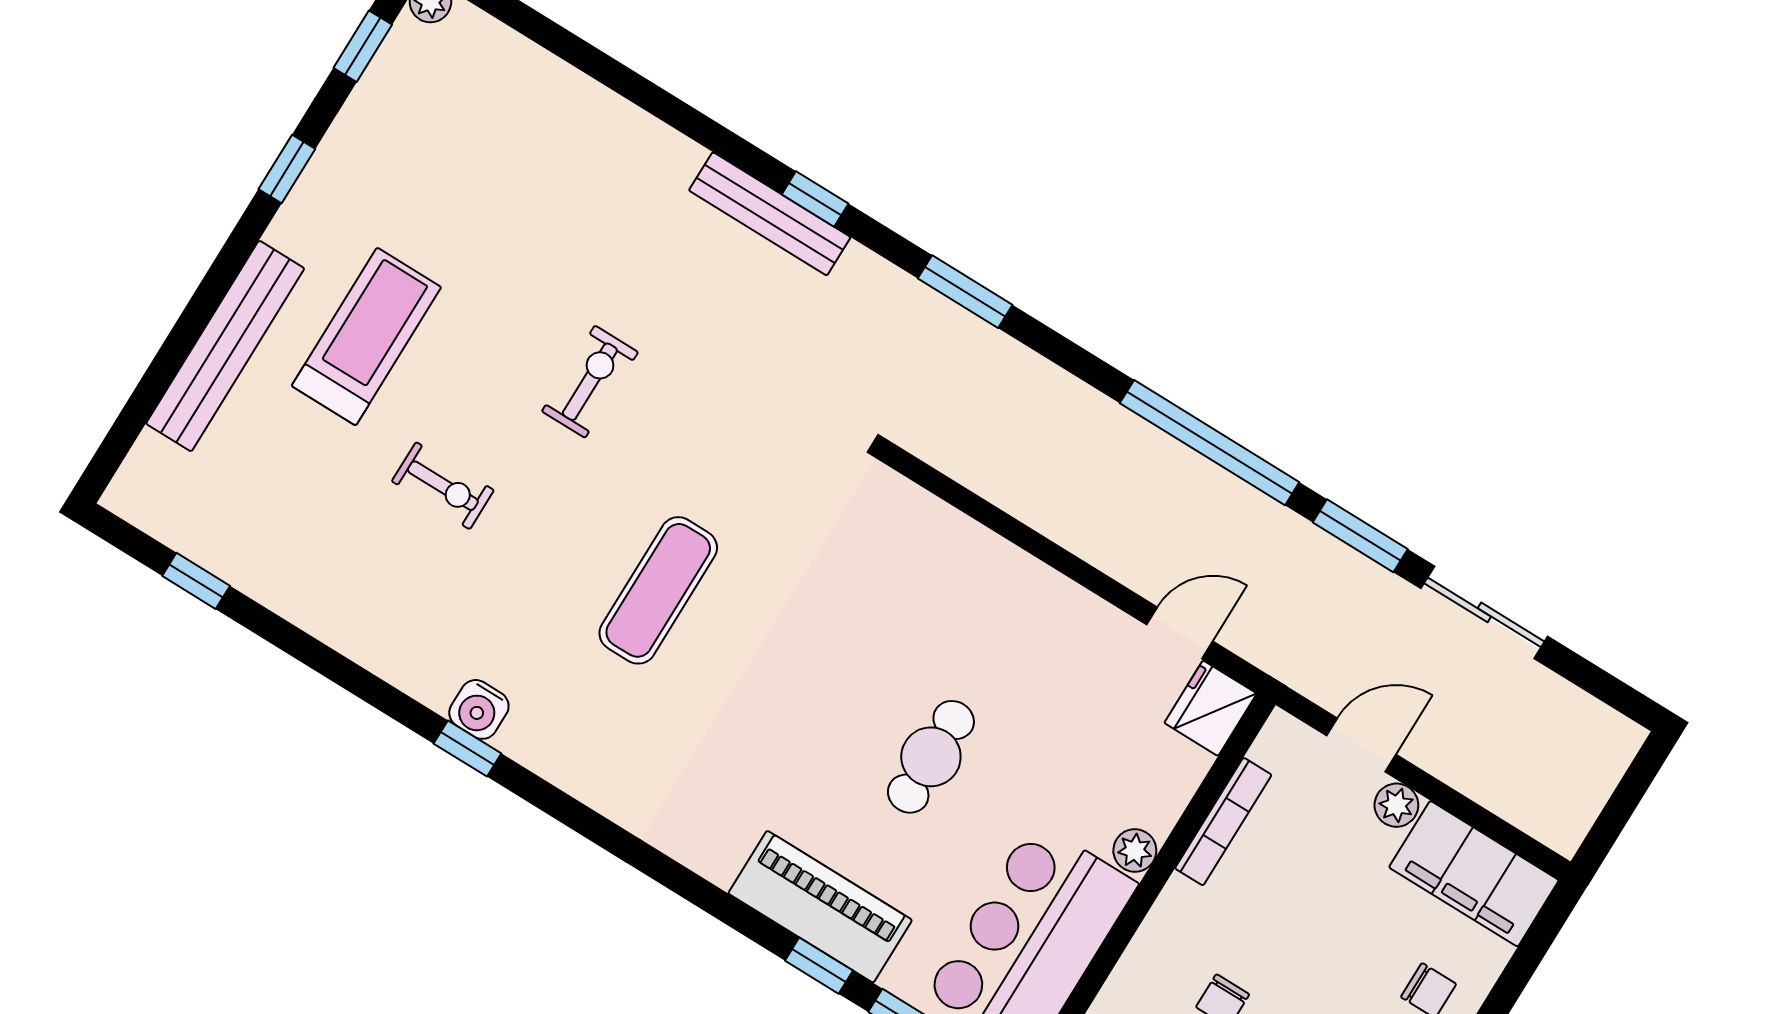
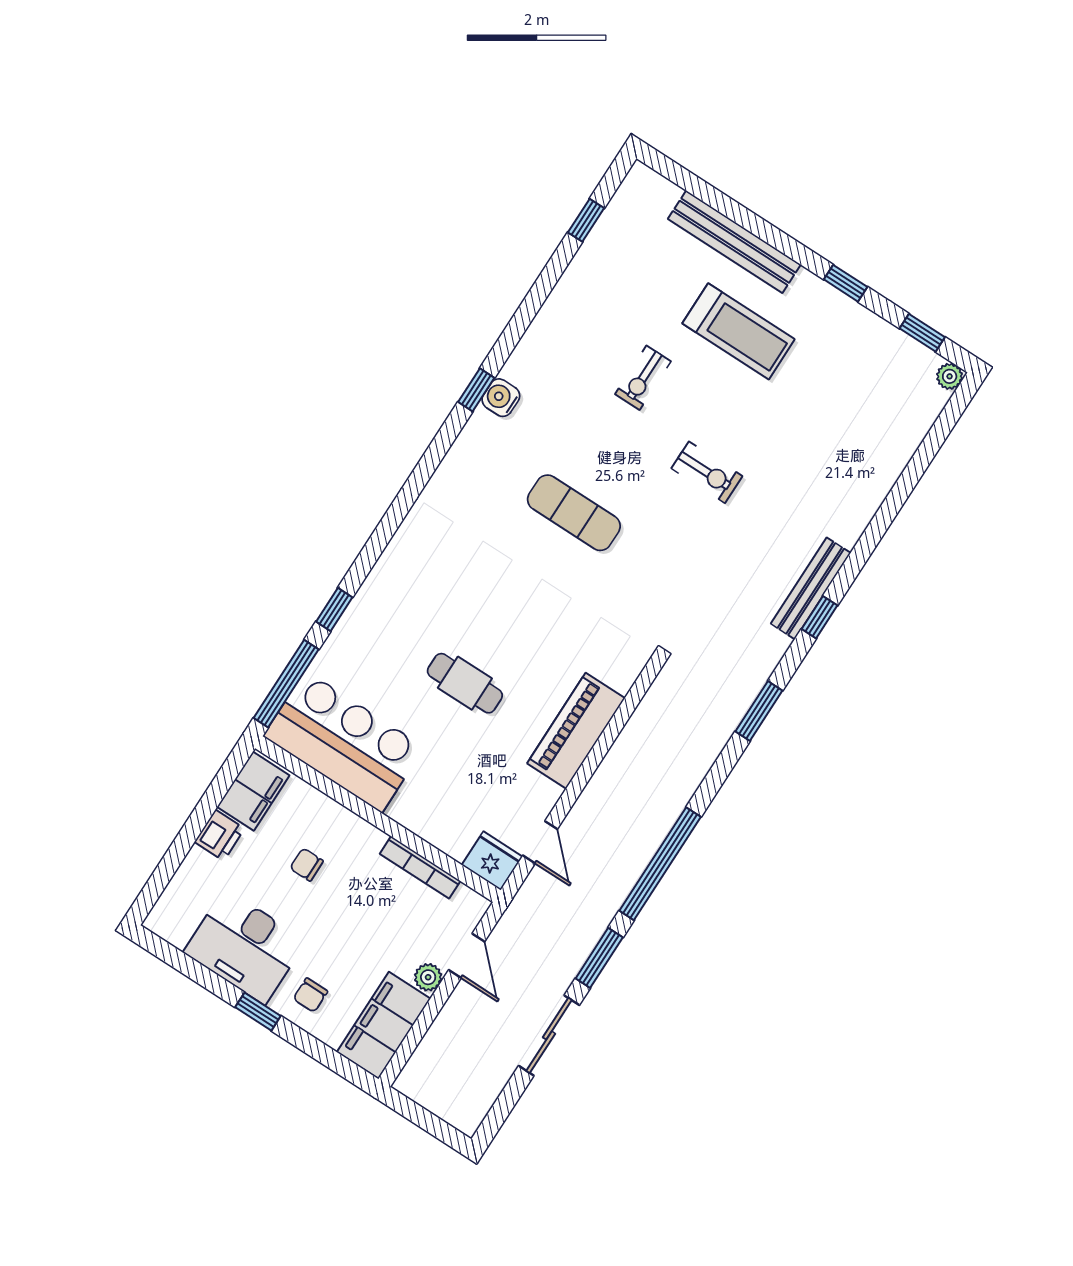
plant: (1135, 850) -> (403, 811), removed
piano: (820, 907) -> (576, 731), moved, turned 180

